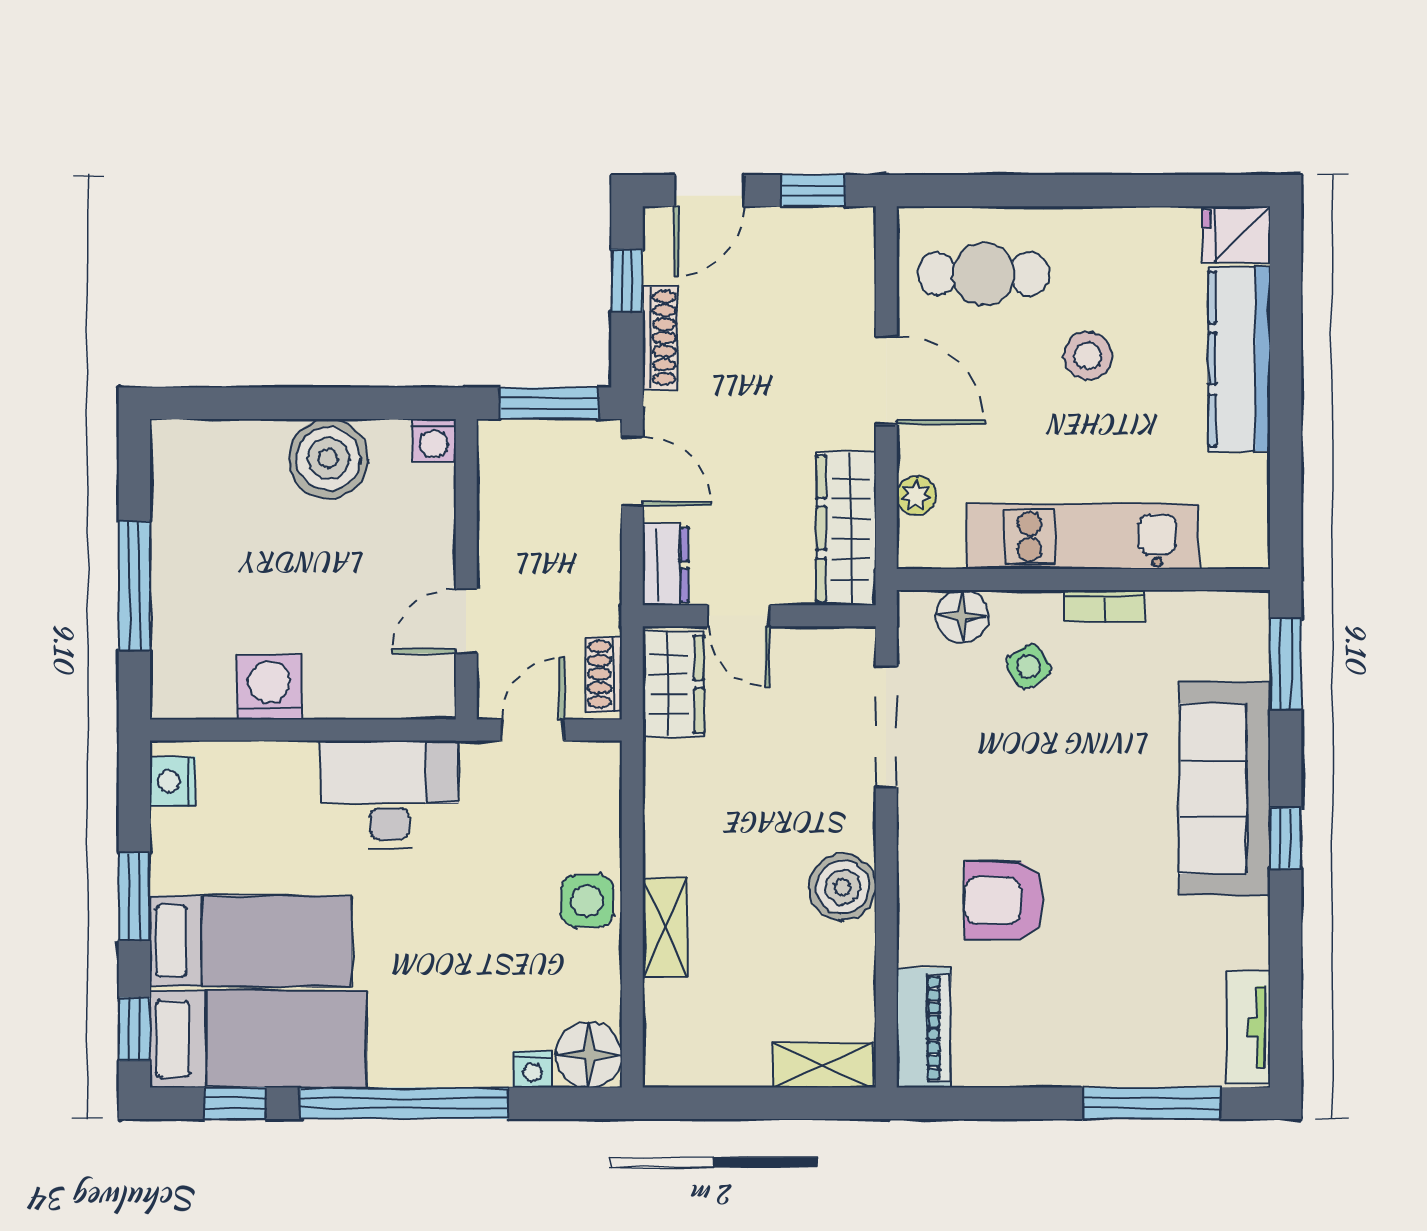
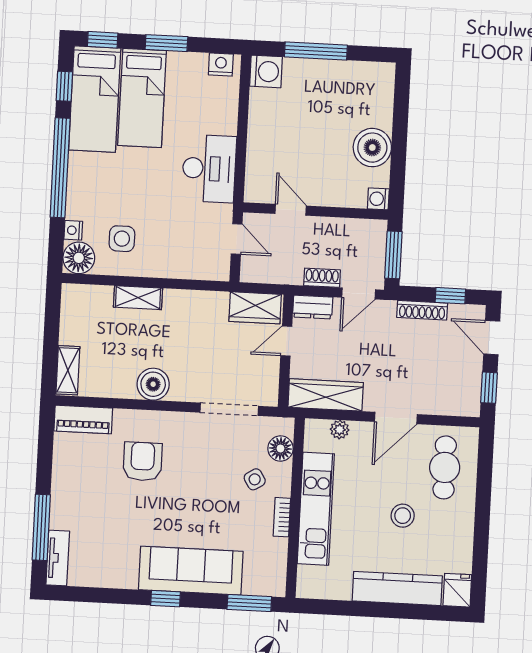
shoe rack: (604, 674) -> (322, 278), moved
washing machine: (269, 687) -> (266, 71), moved
side table: (587, 901) -> (122, 239), moved
tv unit: (1248, 1027) -> (58, 558), moved, turned 90

